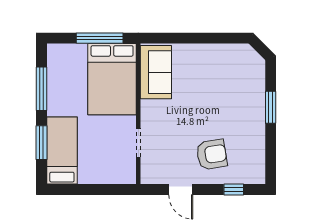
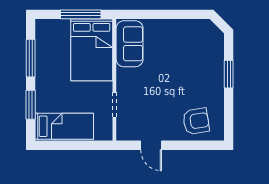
bed: (62, 150) -> (64, 126), moved, turned 90
armchair: (212, 154) -> (196, 121), moved
window: (234, 189) -> (197, 145), removed

